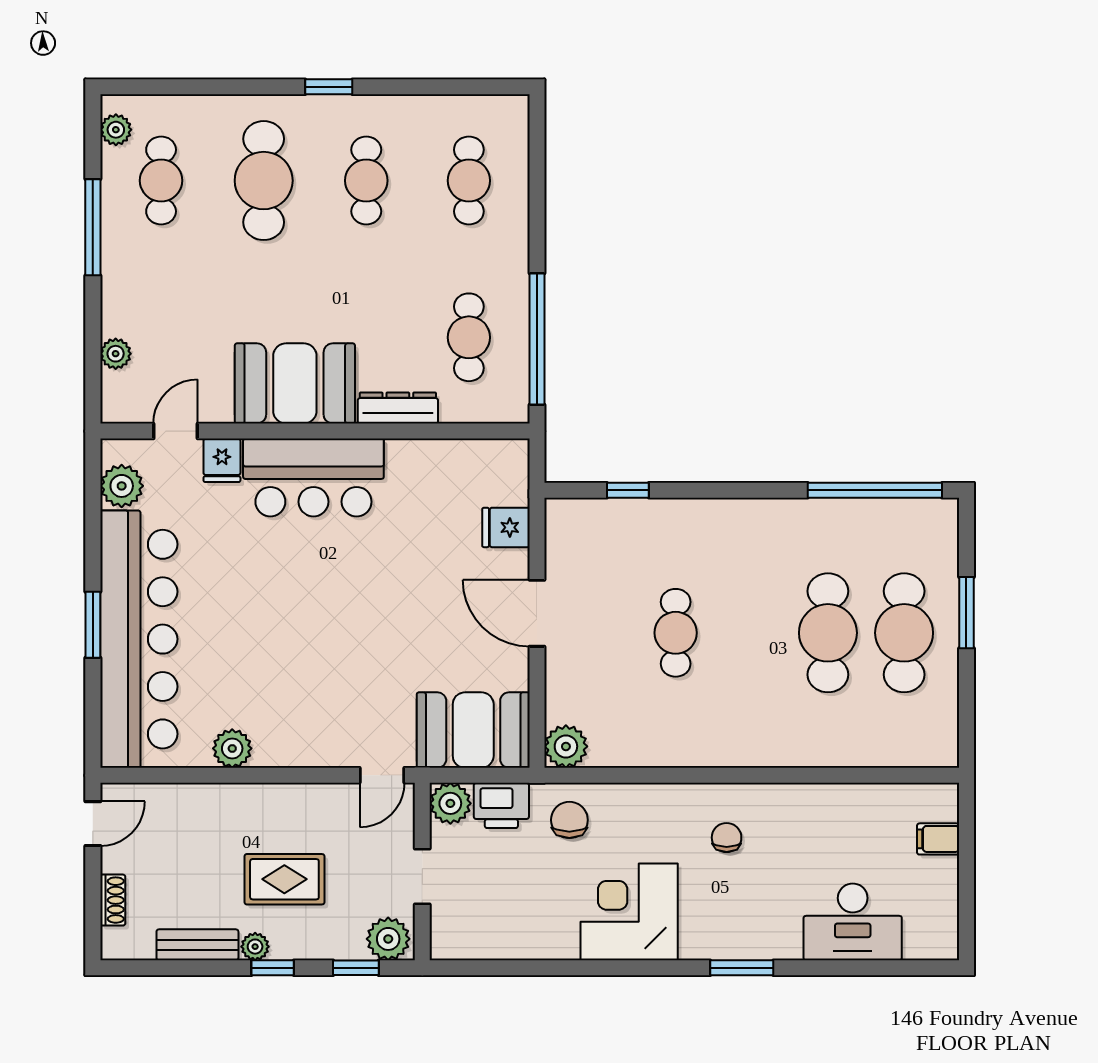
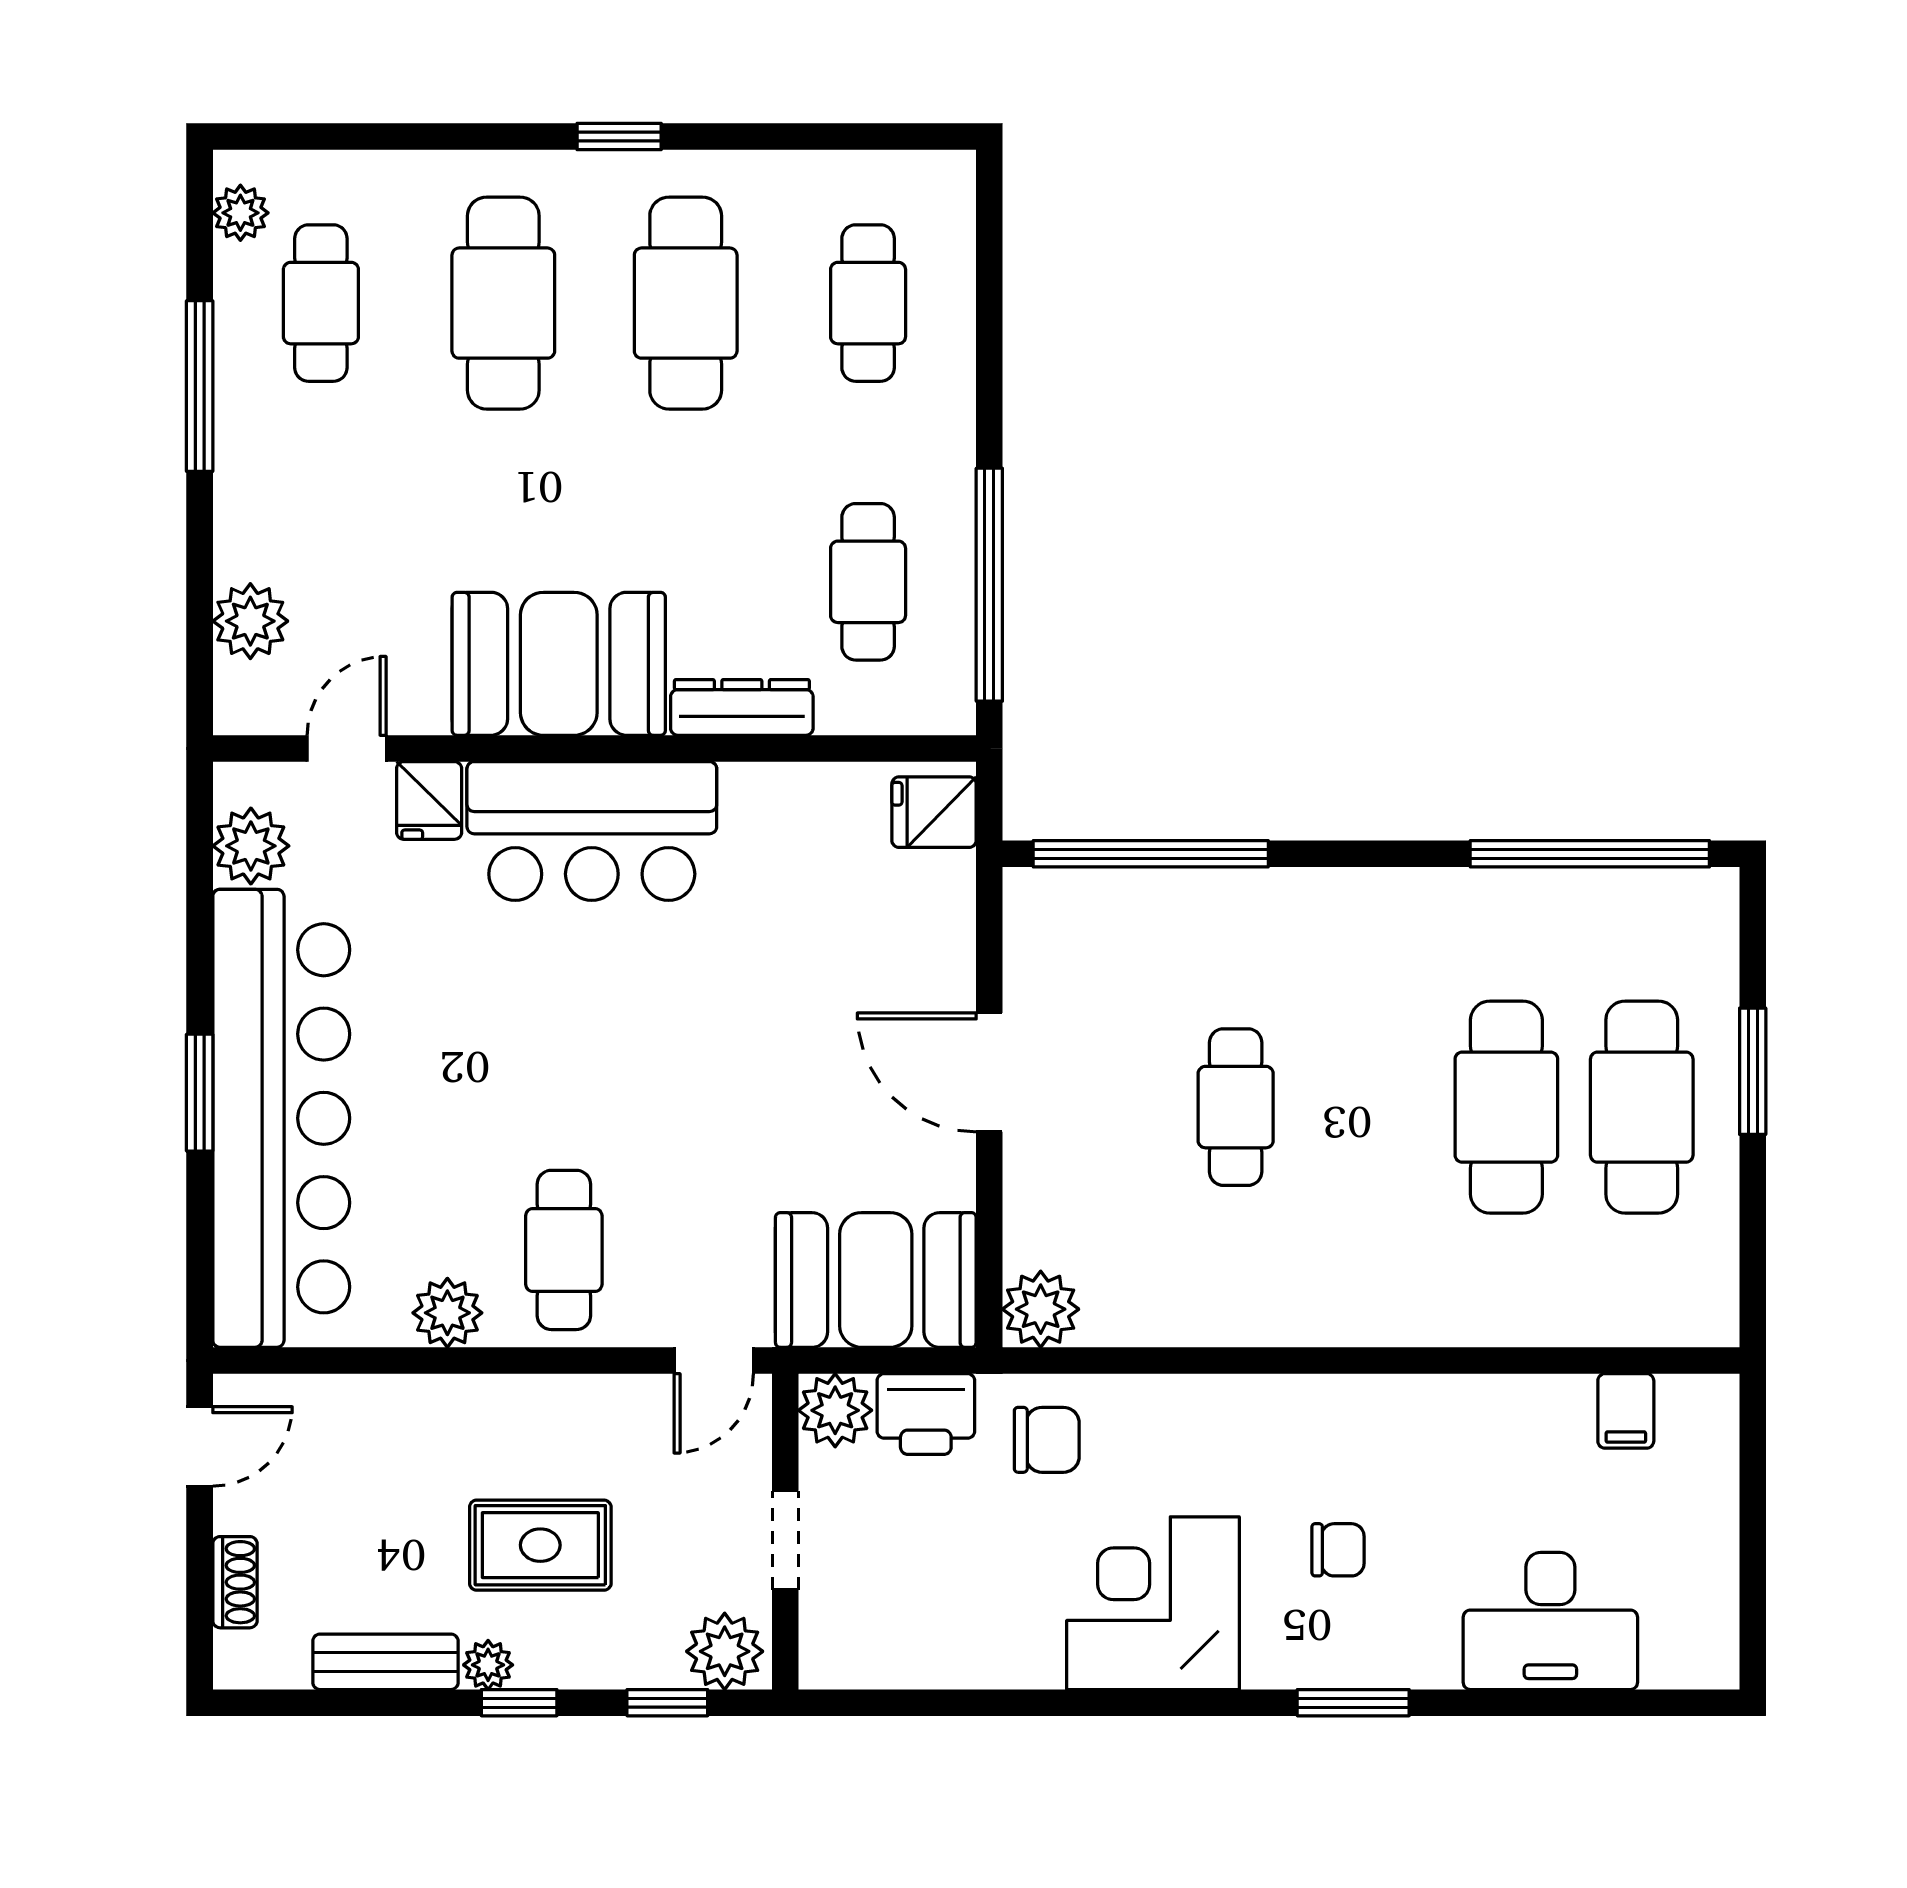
cafe table: (366, 181) -> (686, 303), width x1.37, depth x1.35
plant: (116, 354) -> (250, 621), width x1.38, depth x1.38
window: (628, 490) -> (1151, 854), width x3.17
fridge: (506, 527) -> (934, 812), moved
cafe table: (298, 713) -> (564, 1250), added
chair: (569, 820) -> (1047, 1440), turned 90
chair: (727, 838) -> (1338, 1550), moved, turned 90
filing cabinet: (938, 839) -> (1626, 1411), moved, turned -90

